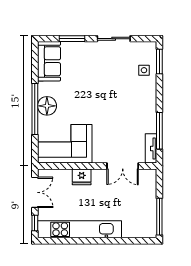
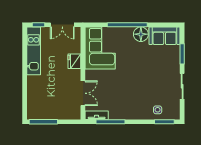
floor lamp: (47, 106) -> (141, 34), moved
double door: (123, 166) -> (83, 93), swing flipped
kitchen unit: (79, 229) -> (34, 51), width x0.73

